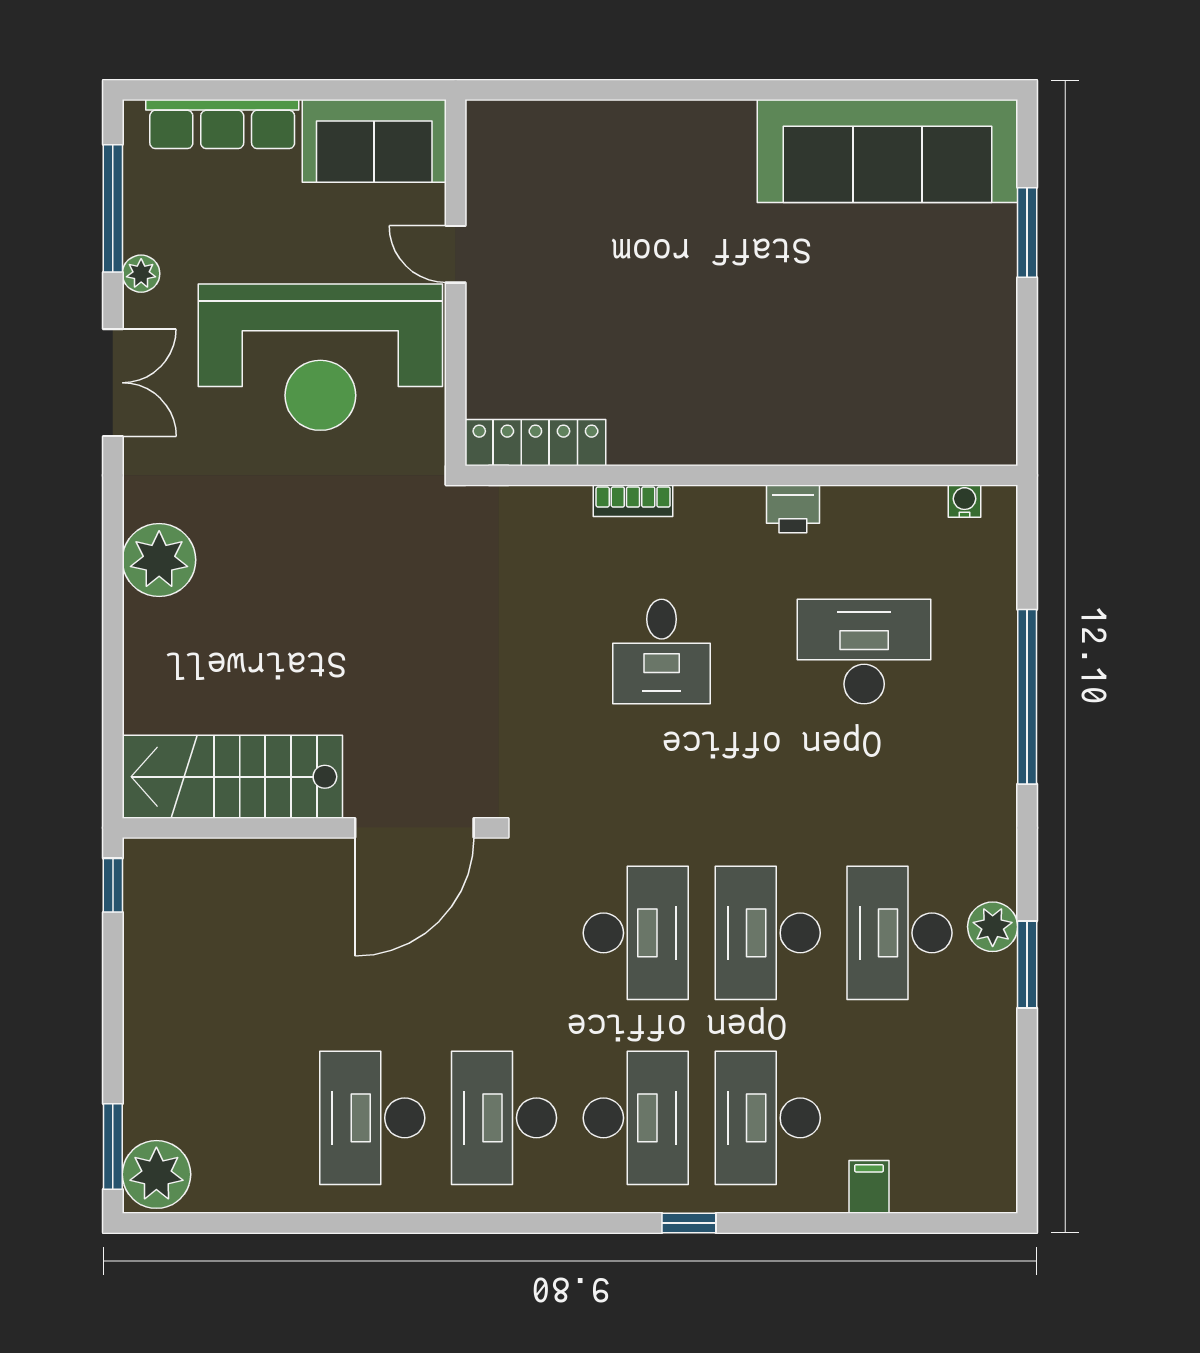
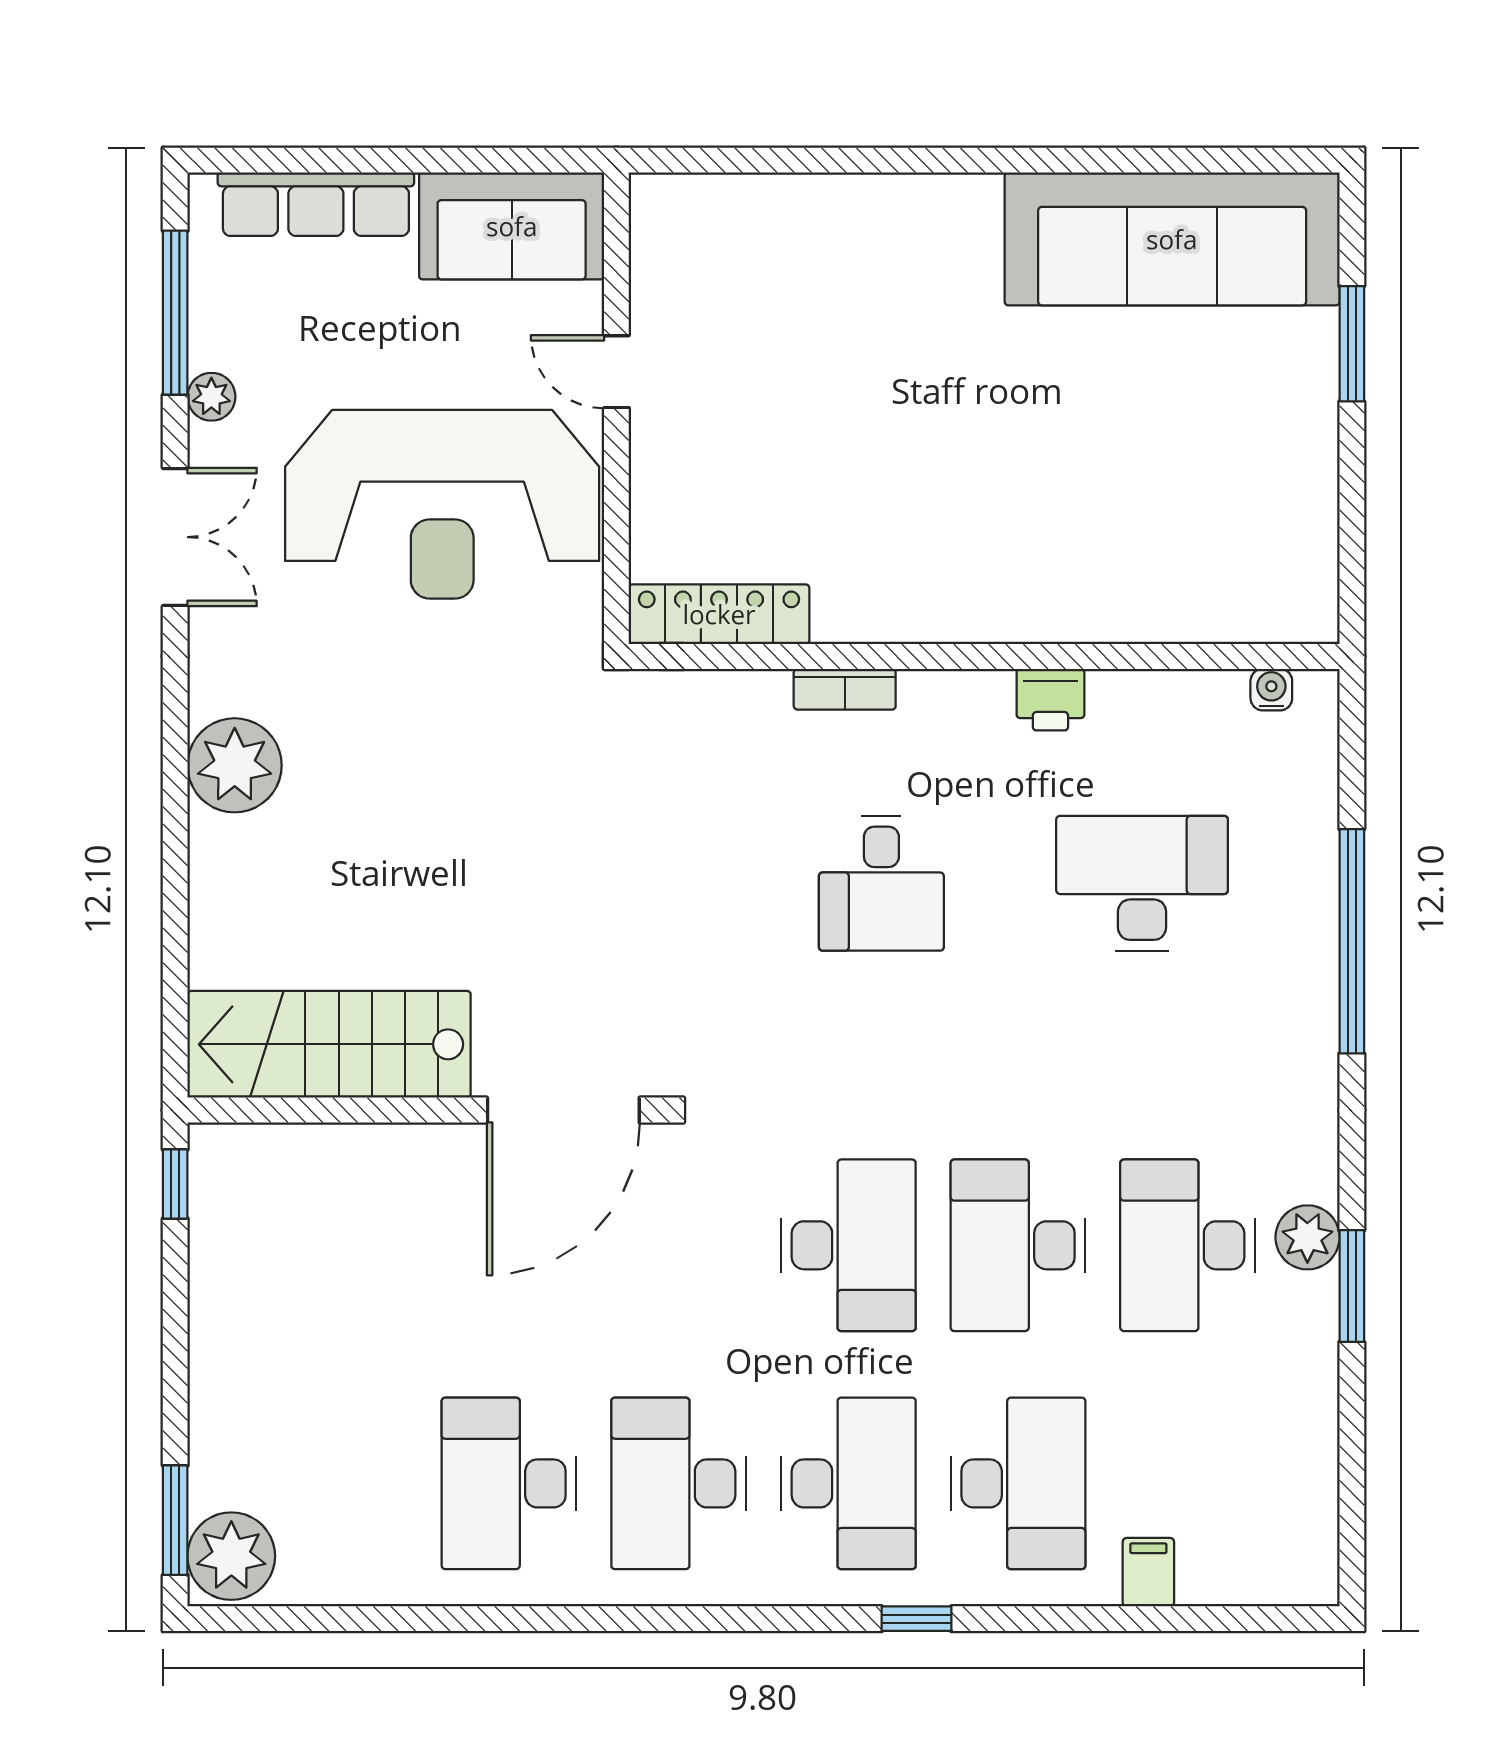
desk: (768, 1118) -> (1018, 1483), turned 180

